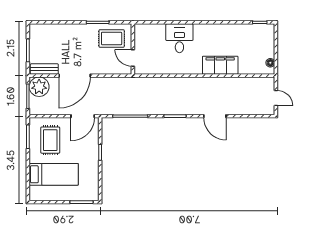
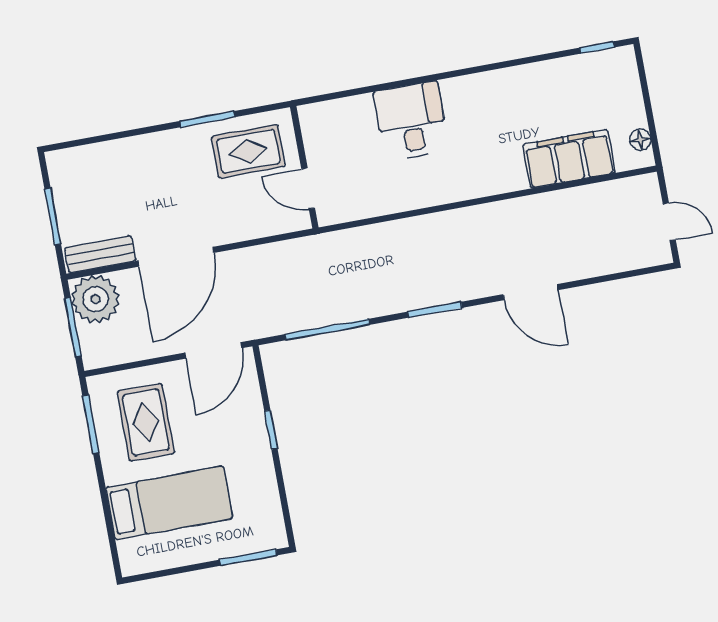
filing cabinet: (220, 65) -> (569, 159), moved

